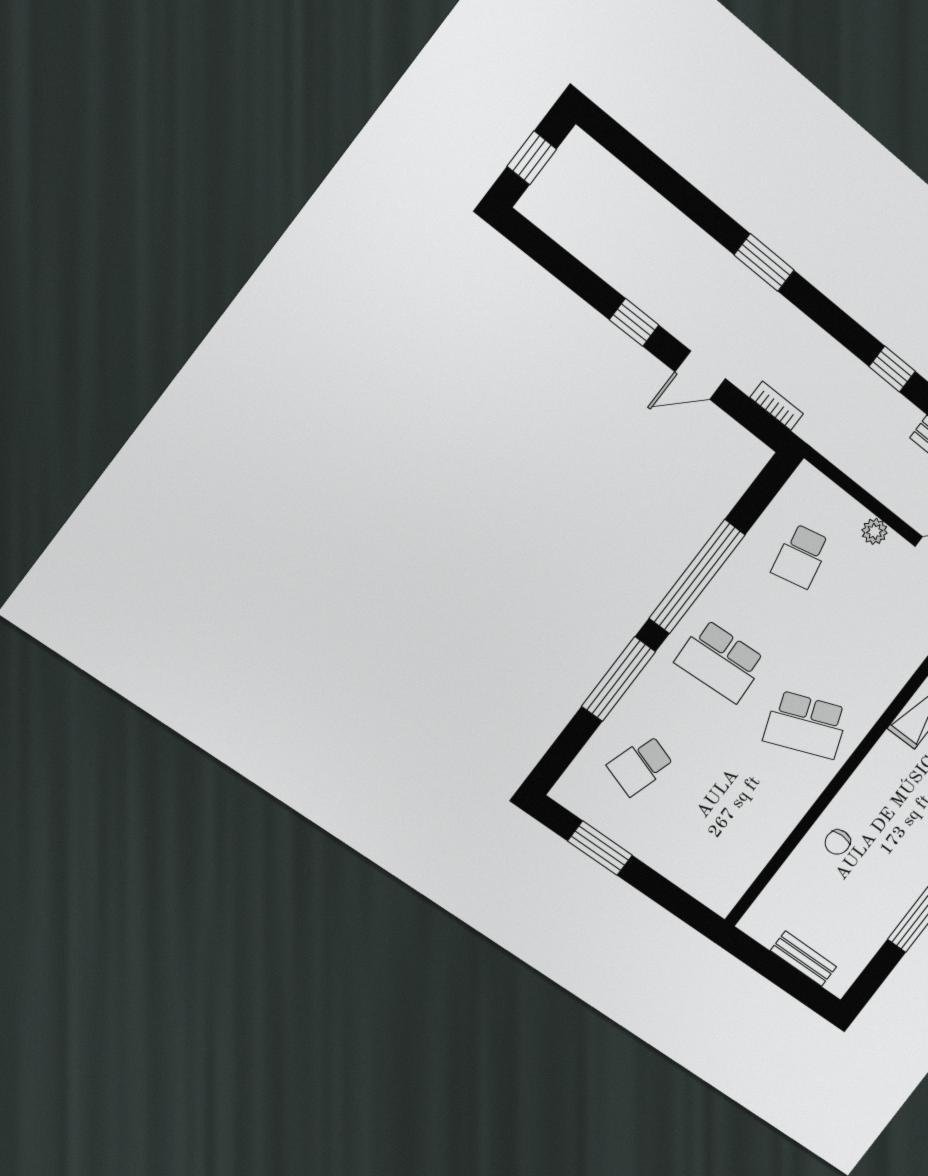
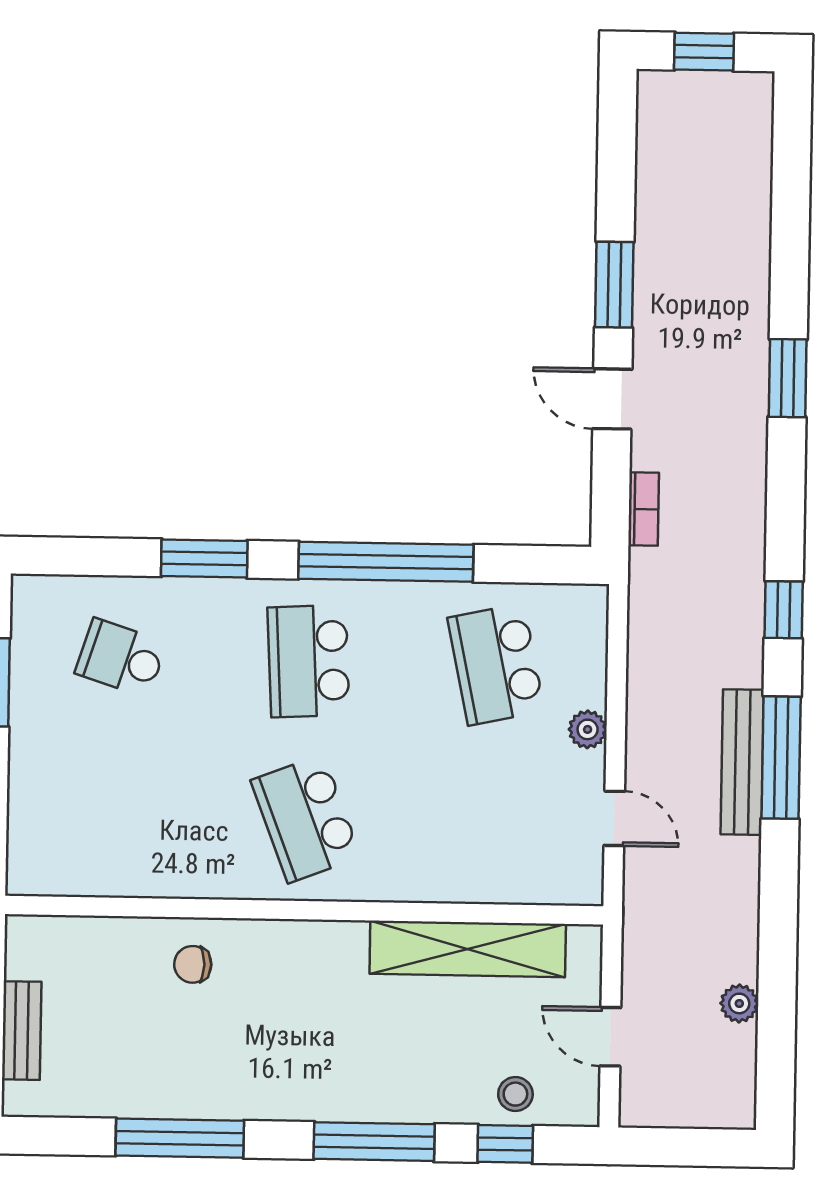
window: (634, 322) -> (614, 285), width x1.50
school desk: (801, 556) -> (496, 664), width x1.85
window: (619, 679) -> (204, 559), width x0.69

